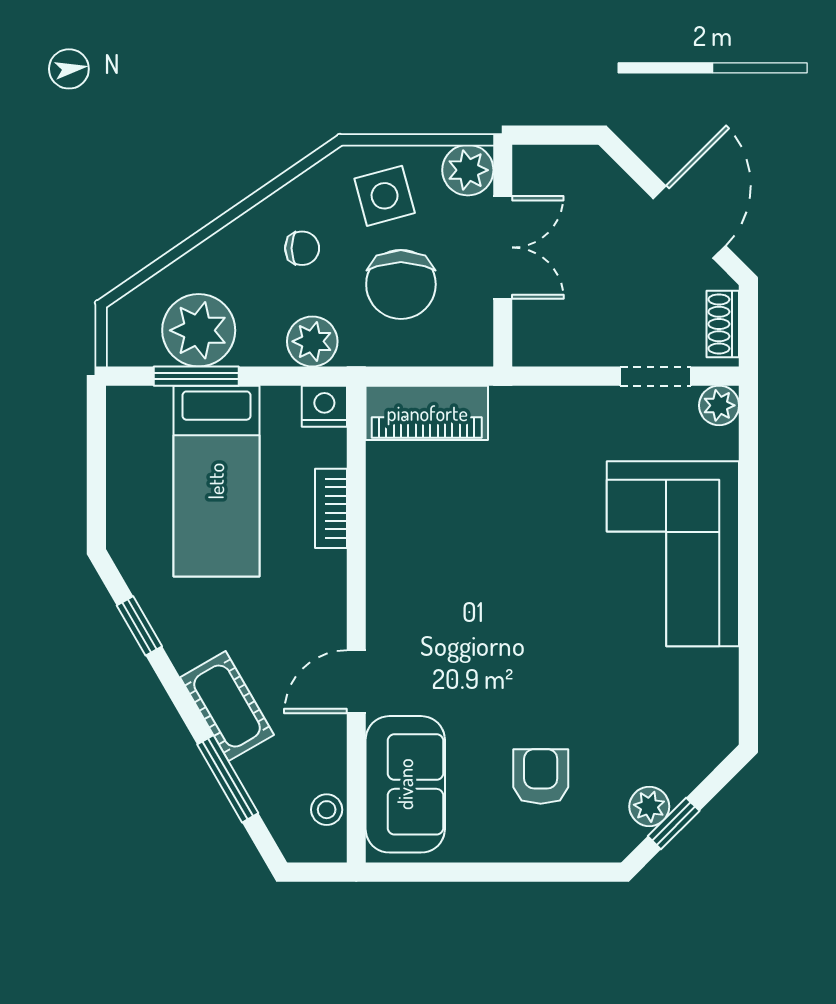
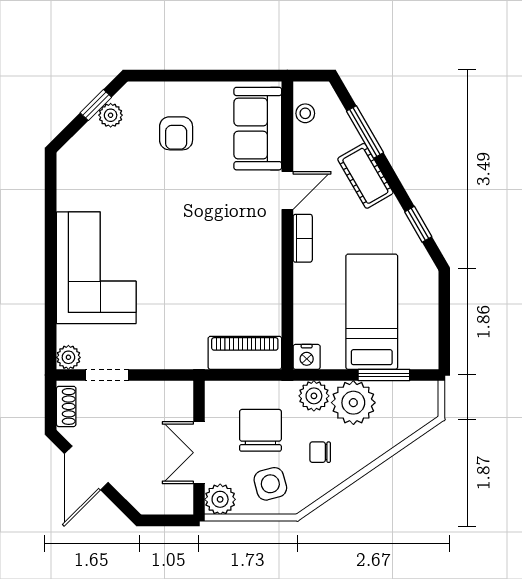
plant: (199, 330) -> (353, 403), moved
bookcase: (331, 508) -> (303, 238), moved

